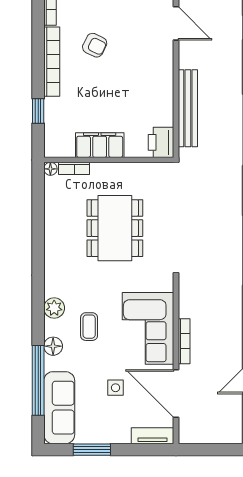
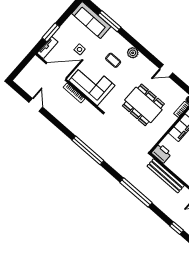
door: (38, 238) -> (166, 71), added
floor lamp: (53, 346) -> (118, 39), removed
window: (38, 380) -> (110, 21), width x0.68
window: (92, 450) -> (51, 32), moved

